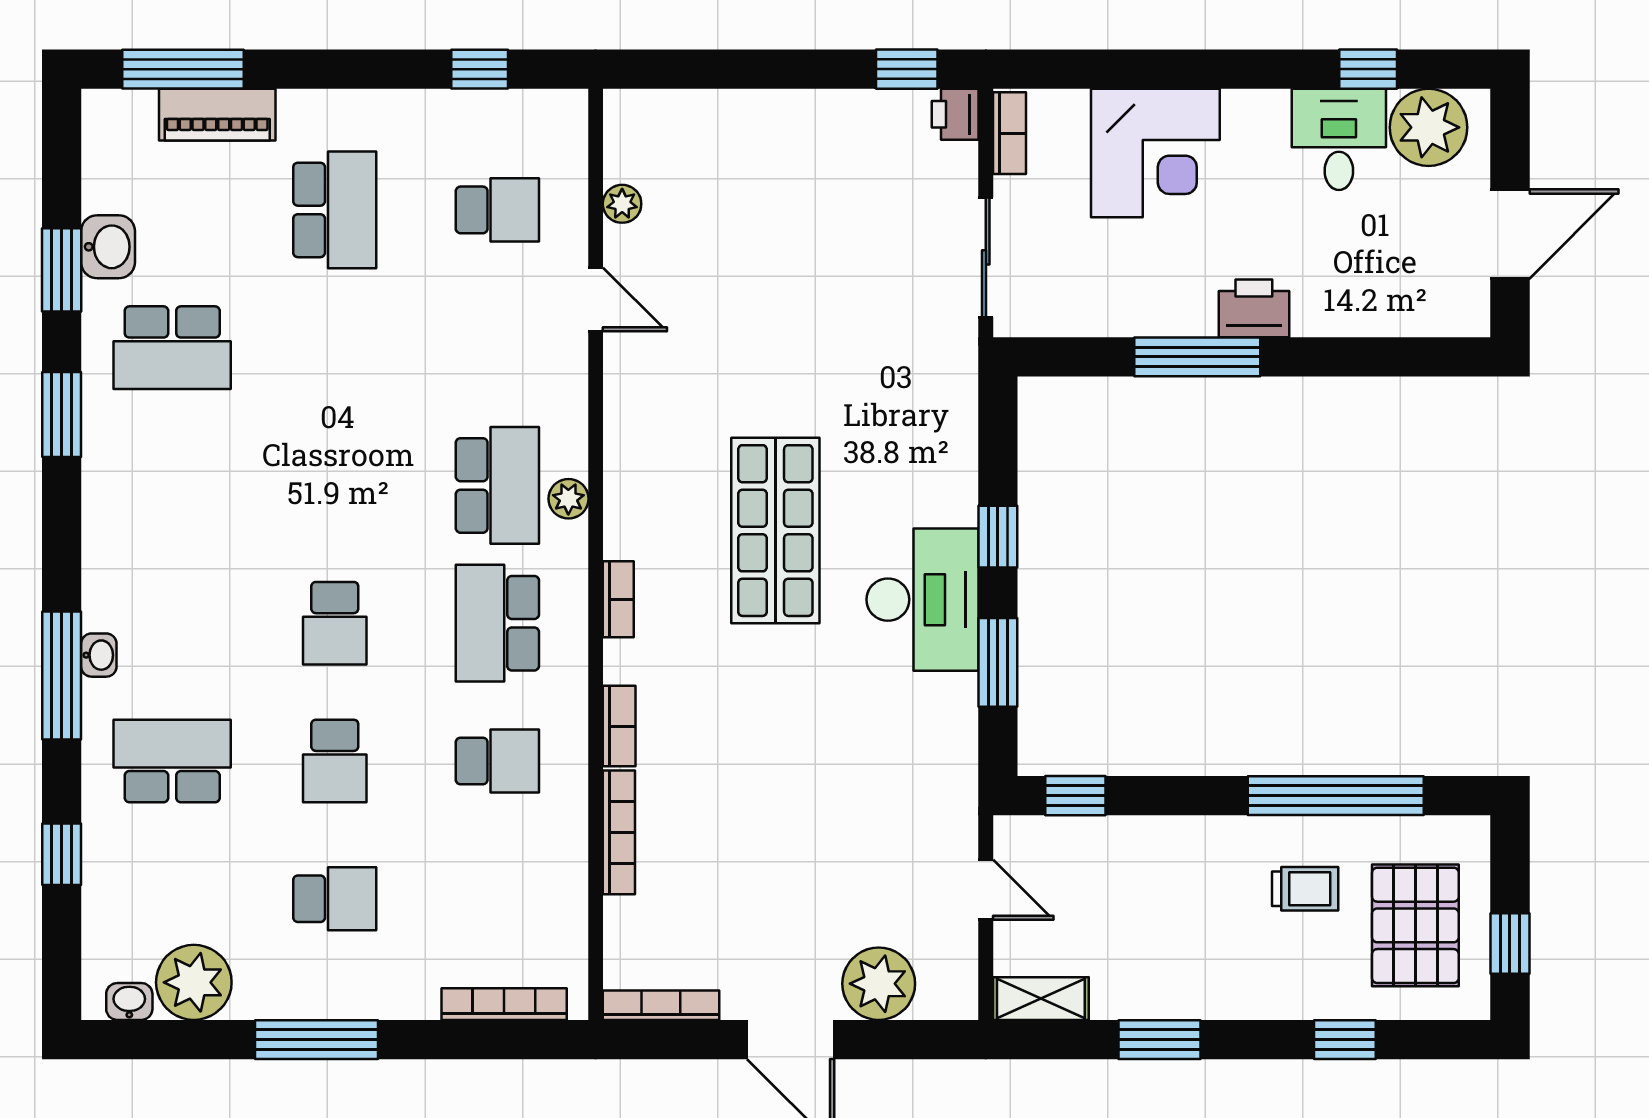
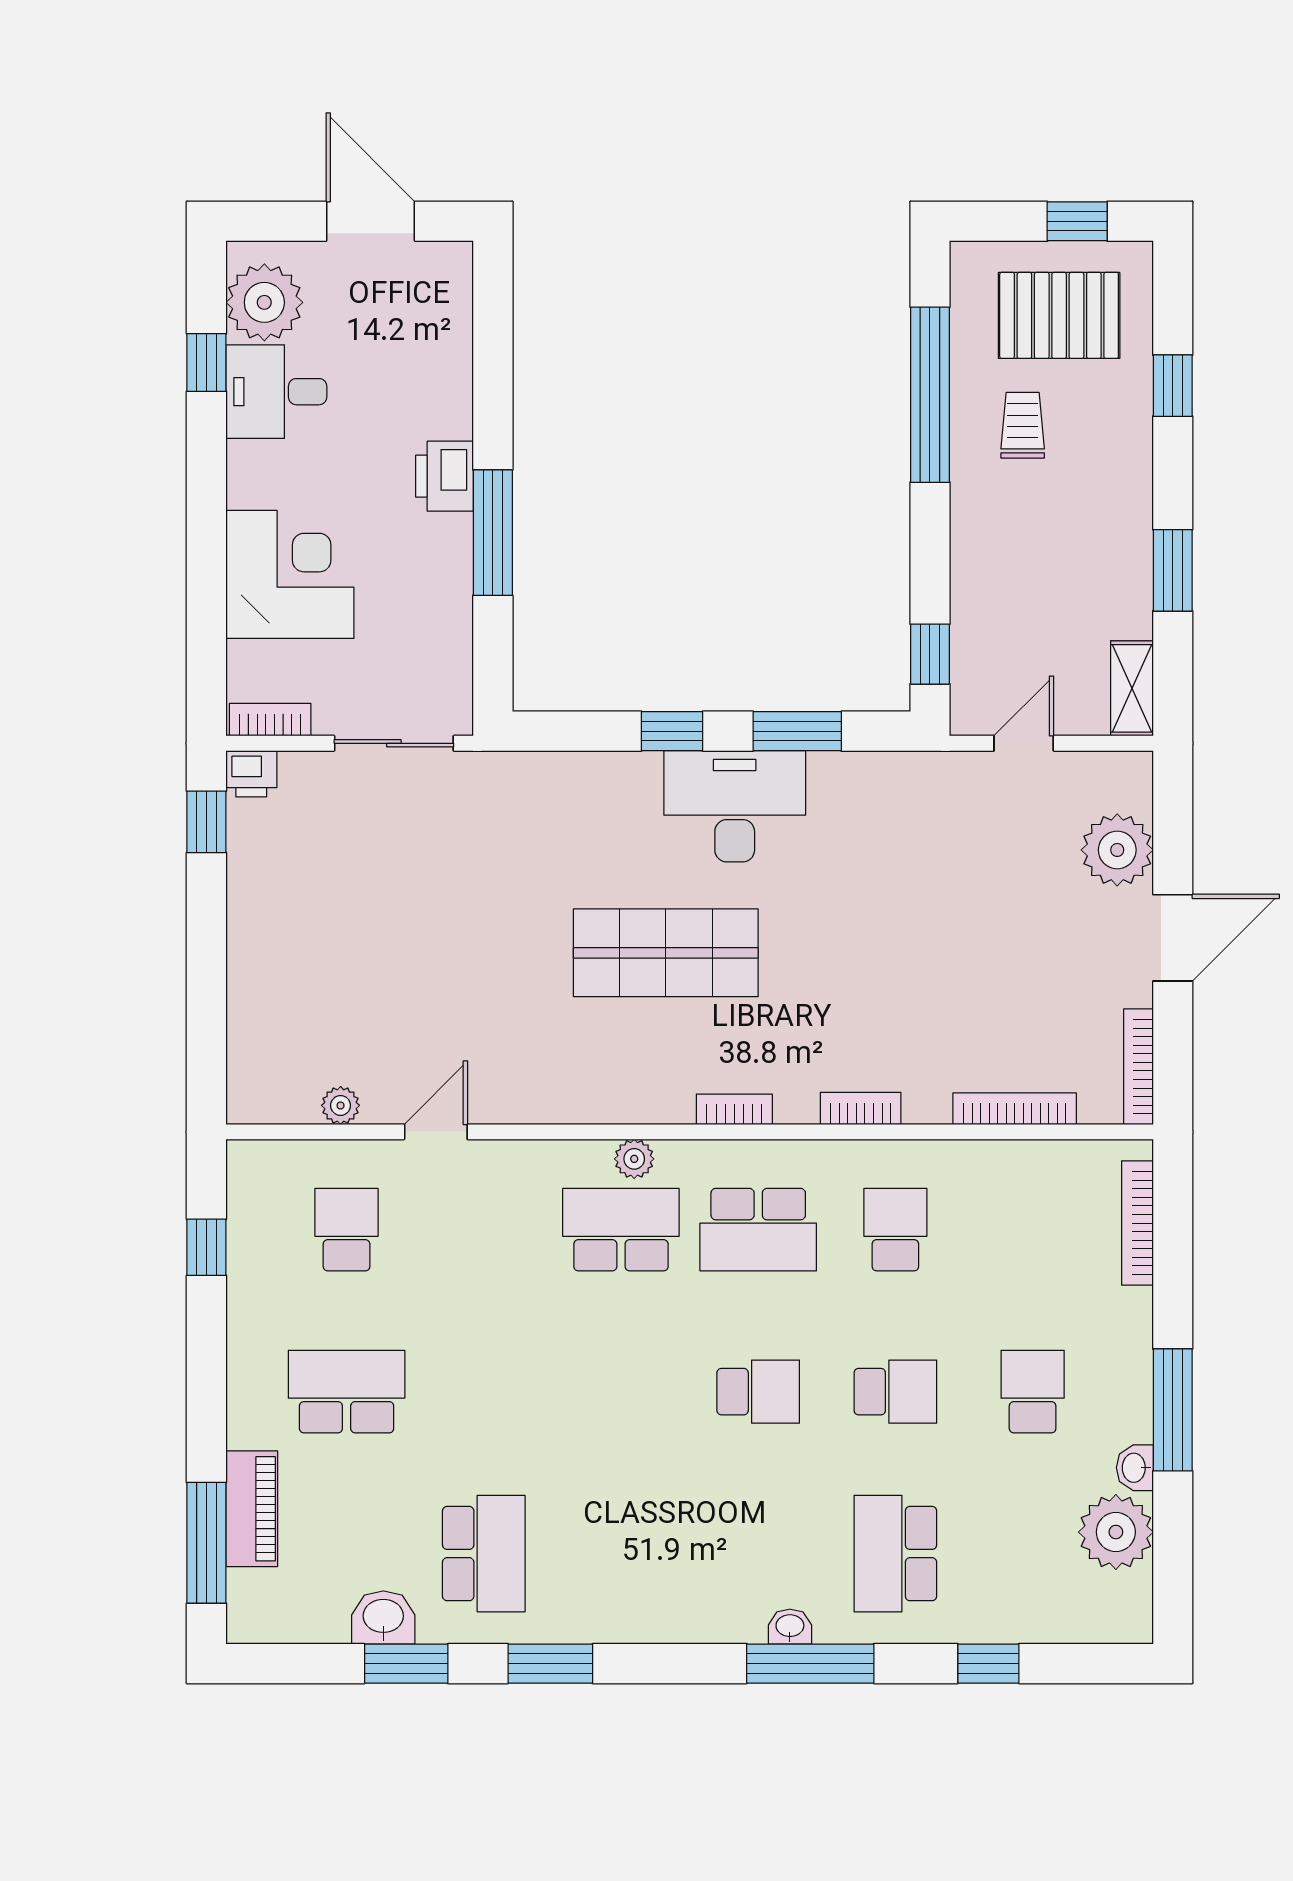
bookcase: (619, 832) -> (1015, 1109), moved
washbasin: (129, 1001) -> (1135, 1468), moved

